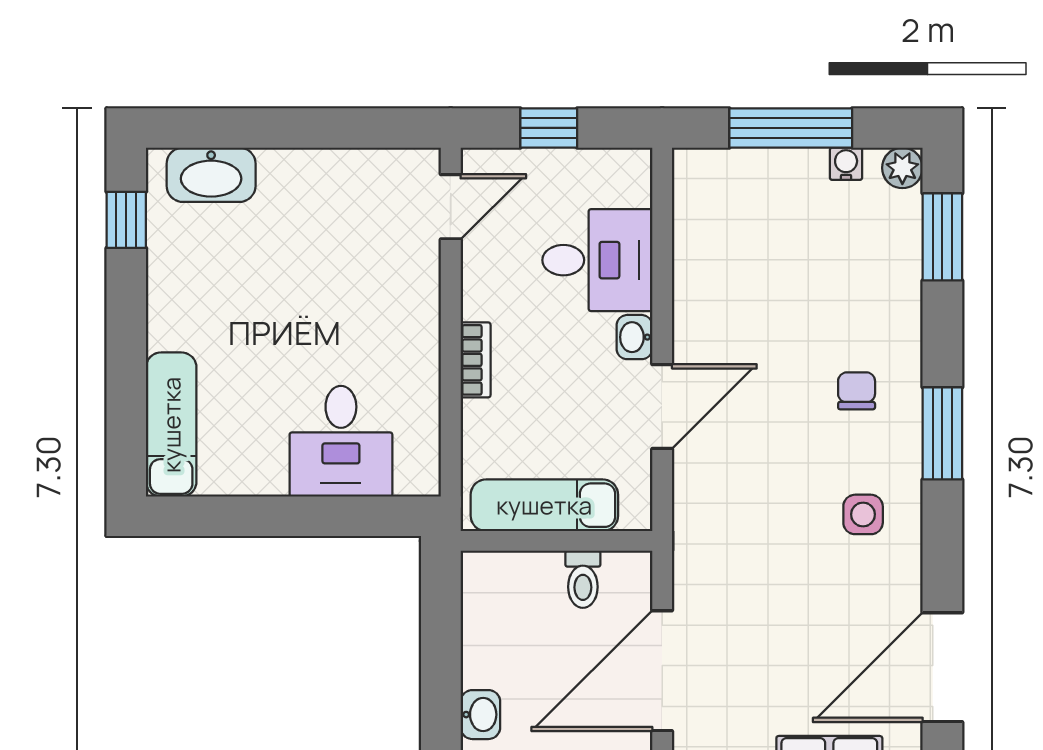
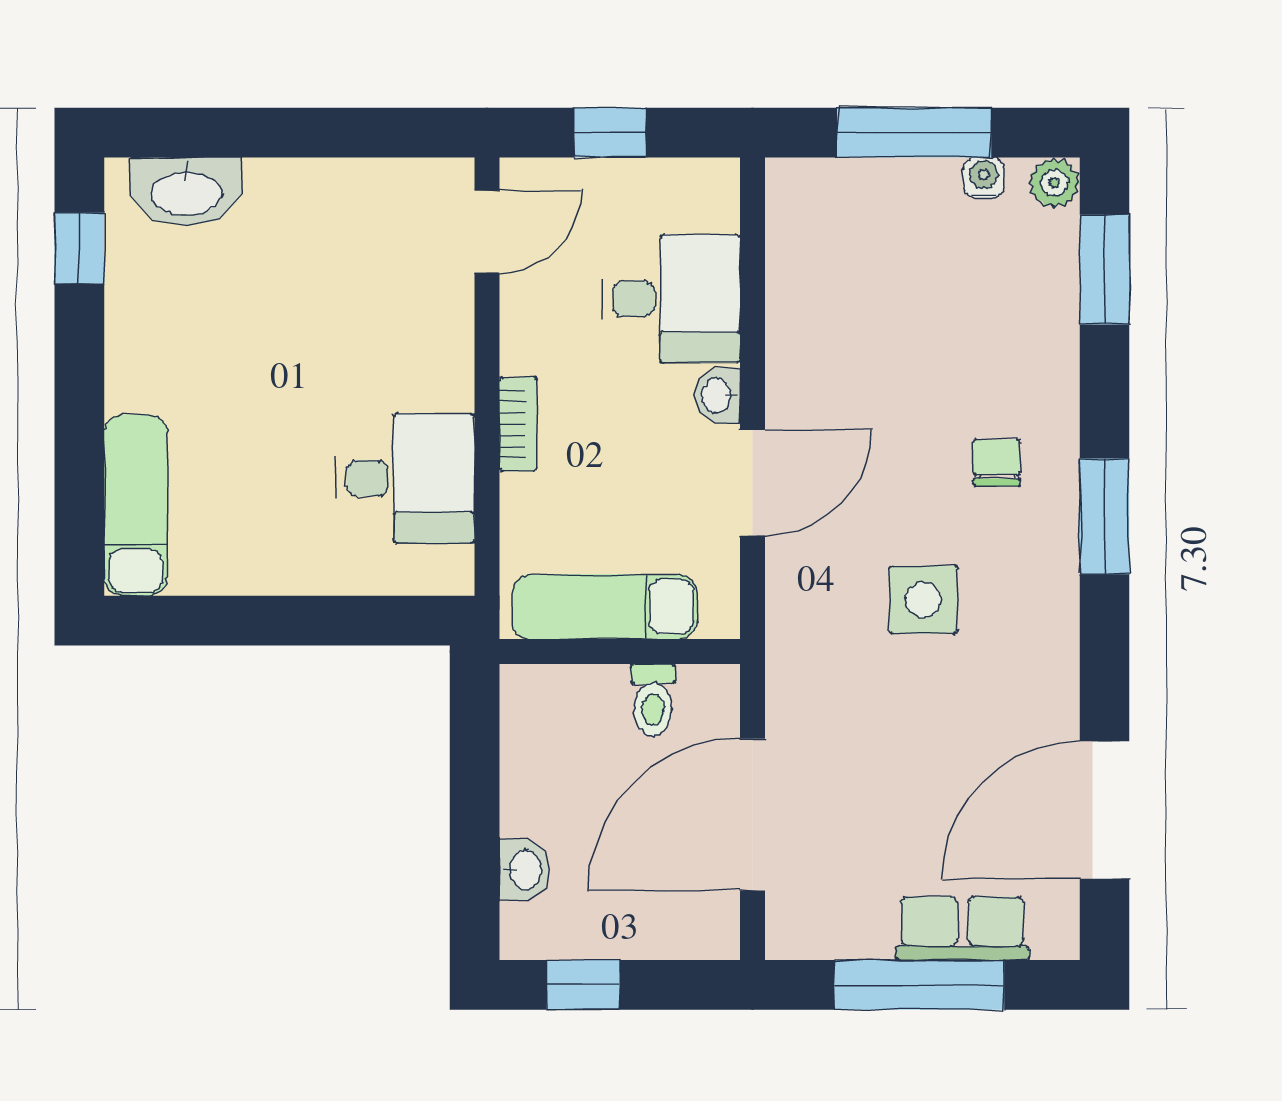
desk: (341, 441) -> (405, 478), moved, turned -90
side table: (863, 514) -> (923, 600), moved, width x1.37, depth x1.37

